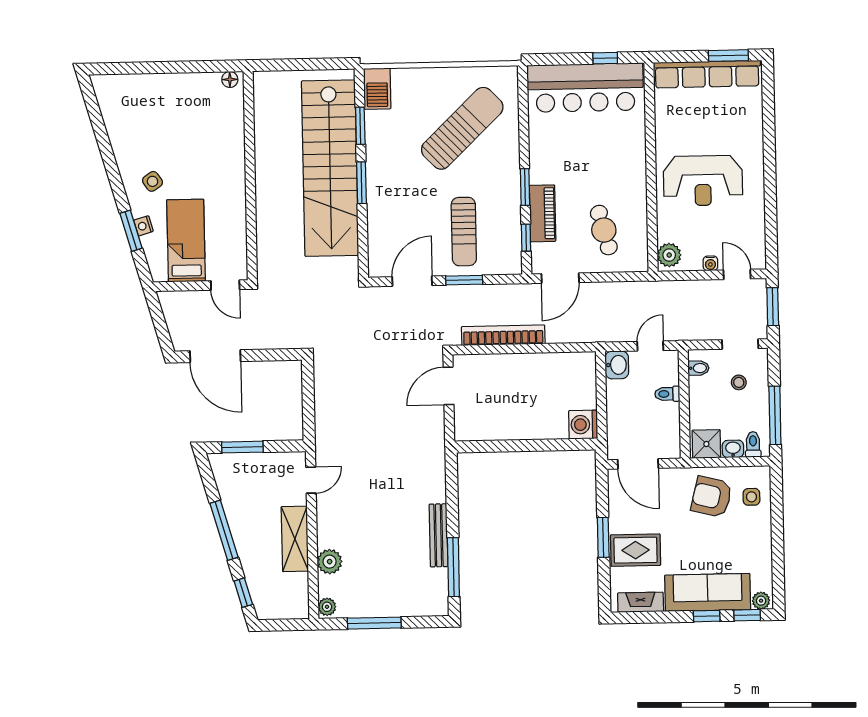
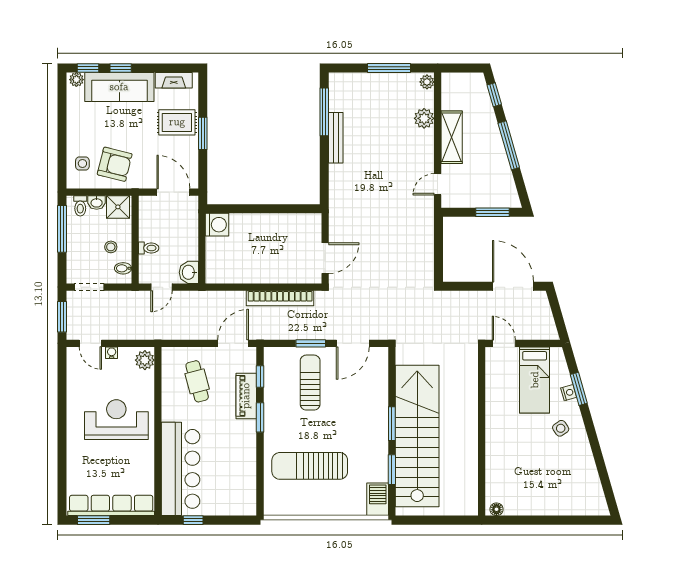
bar counter: (585, 88) -> (181, 469), moved, turned 90
sun lounger: (462, 128) -> (310, 466), turned 44
stool: (739, 382) -> (111, 247), moved

